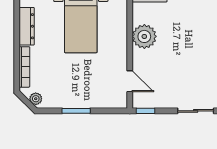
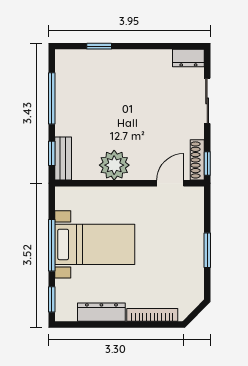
plant: (36, 99) -> (192, 301), removed
shoe rack: (148, 103) -> (197, 160), added

